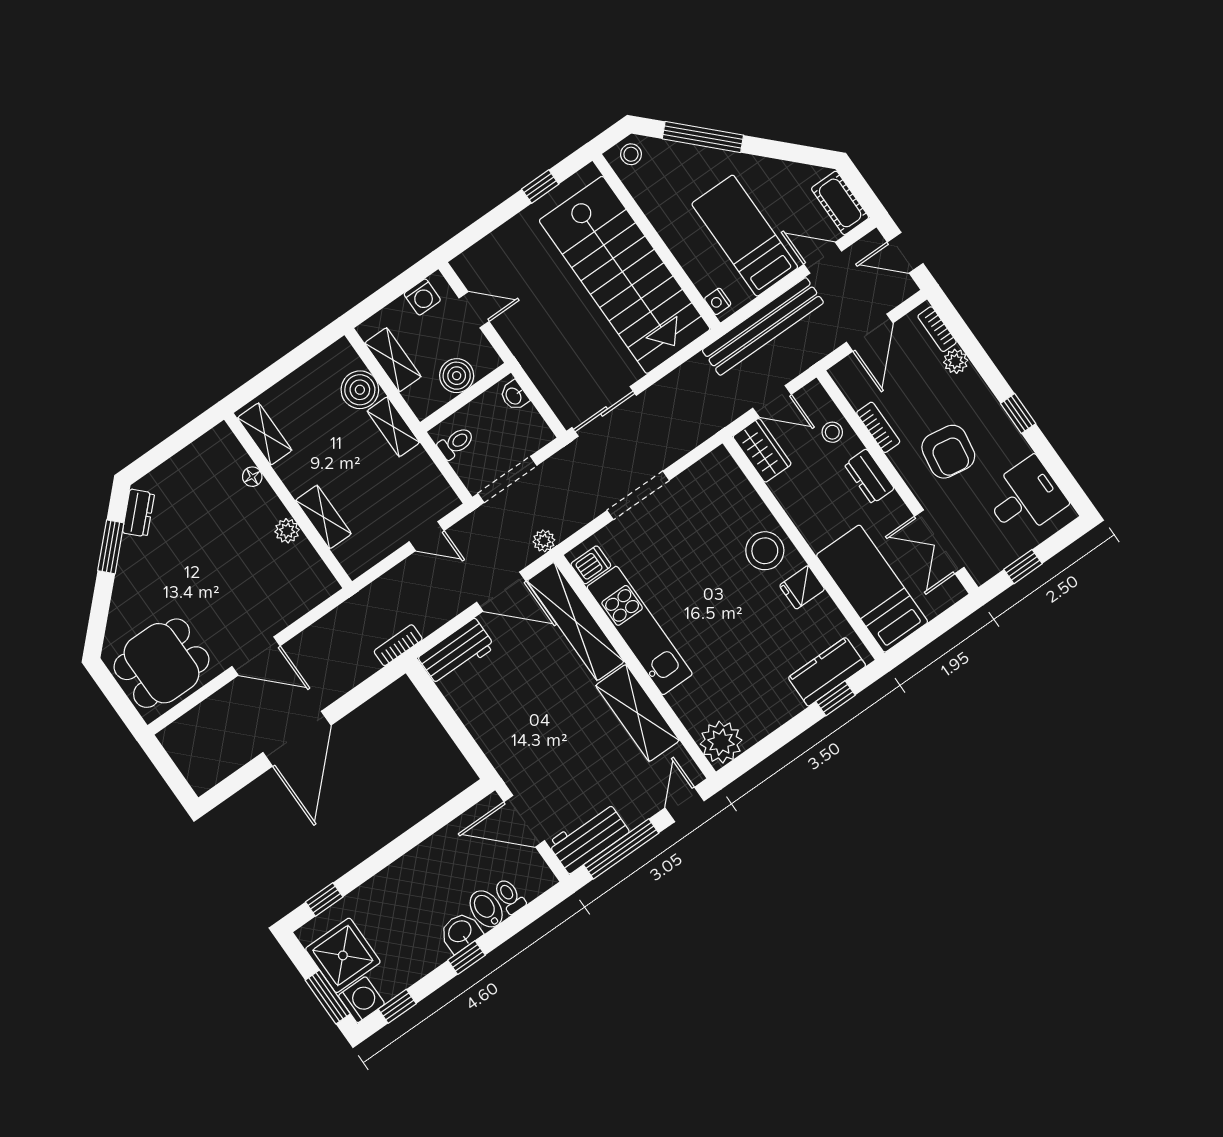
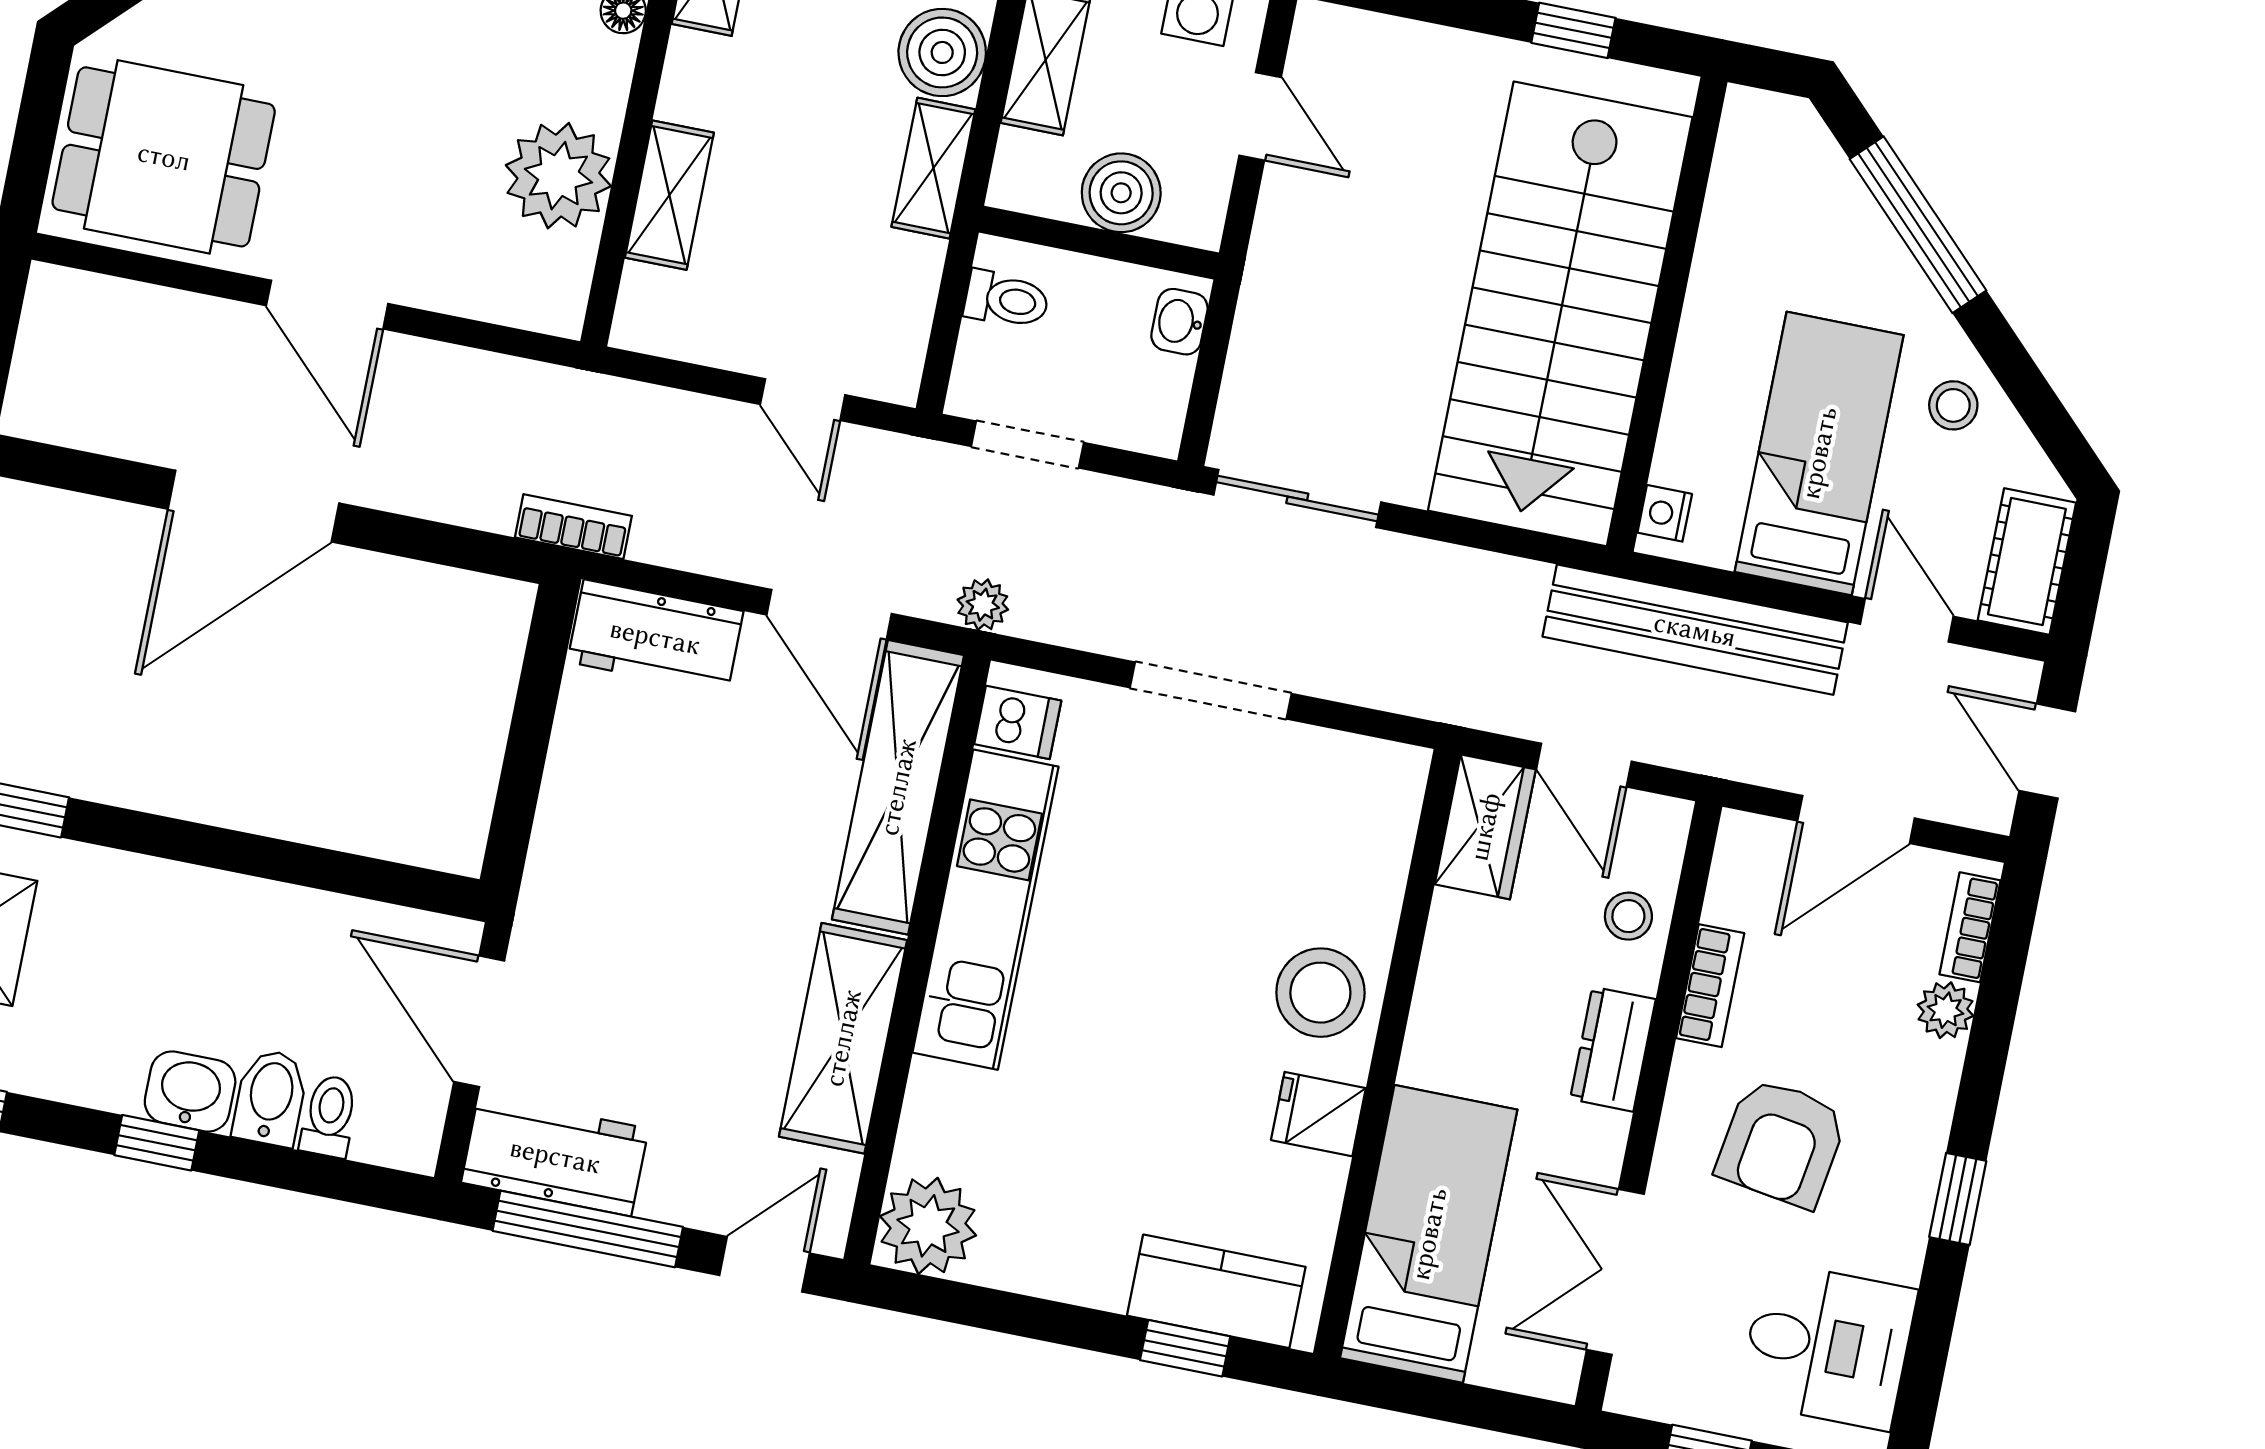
stool: (631, 154) -> (1953, 405), moved
doorway: (507, 479) -> (1027, 445), width x0.73
plant: (287, 531) -> (558, 176), width x1.87, depth x1.87

